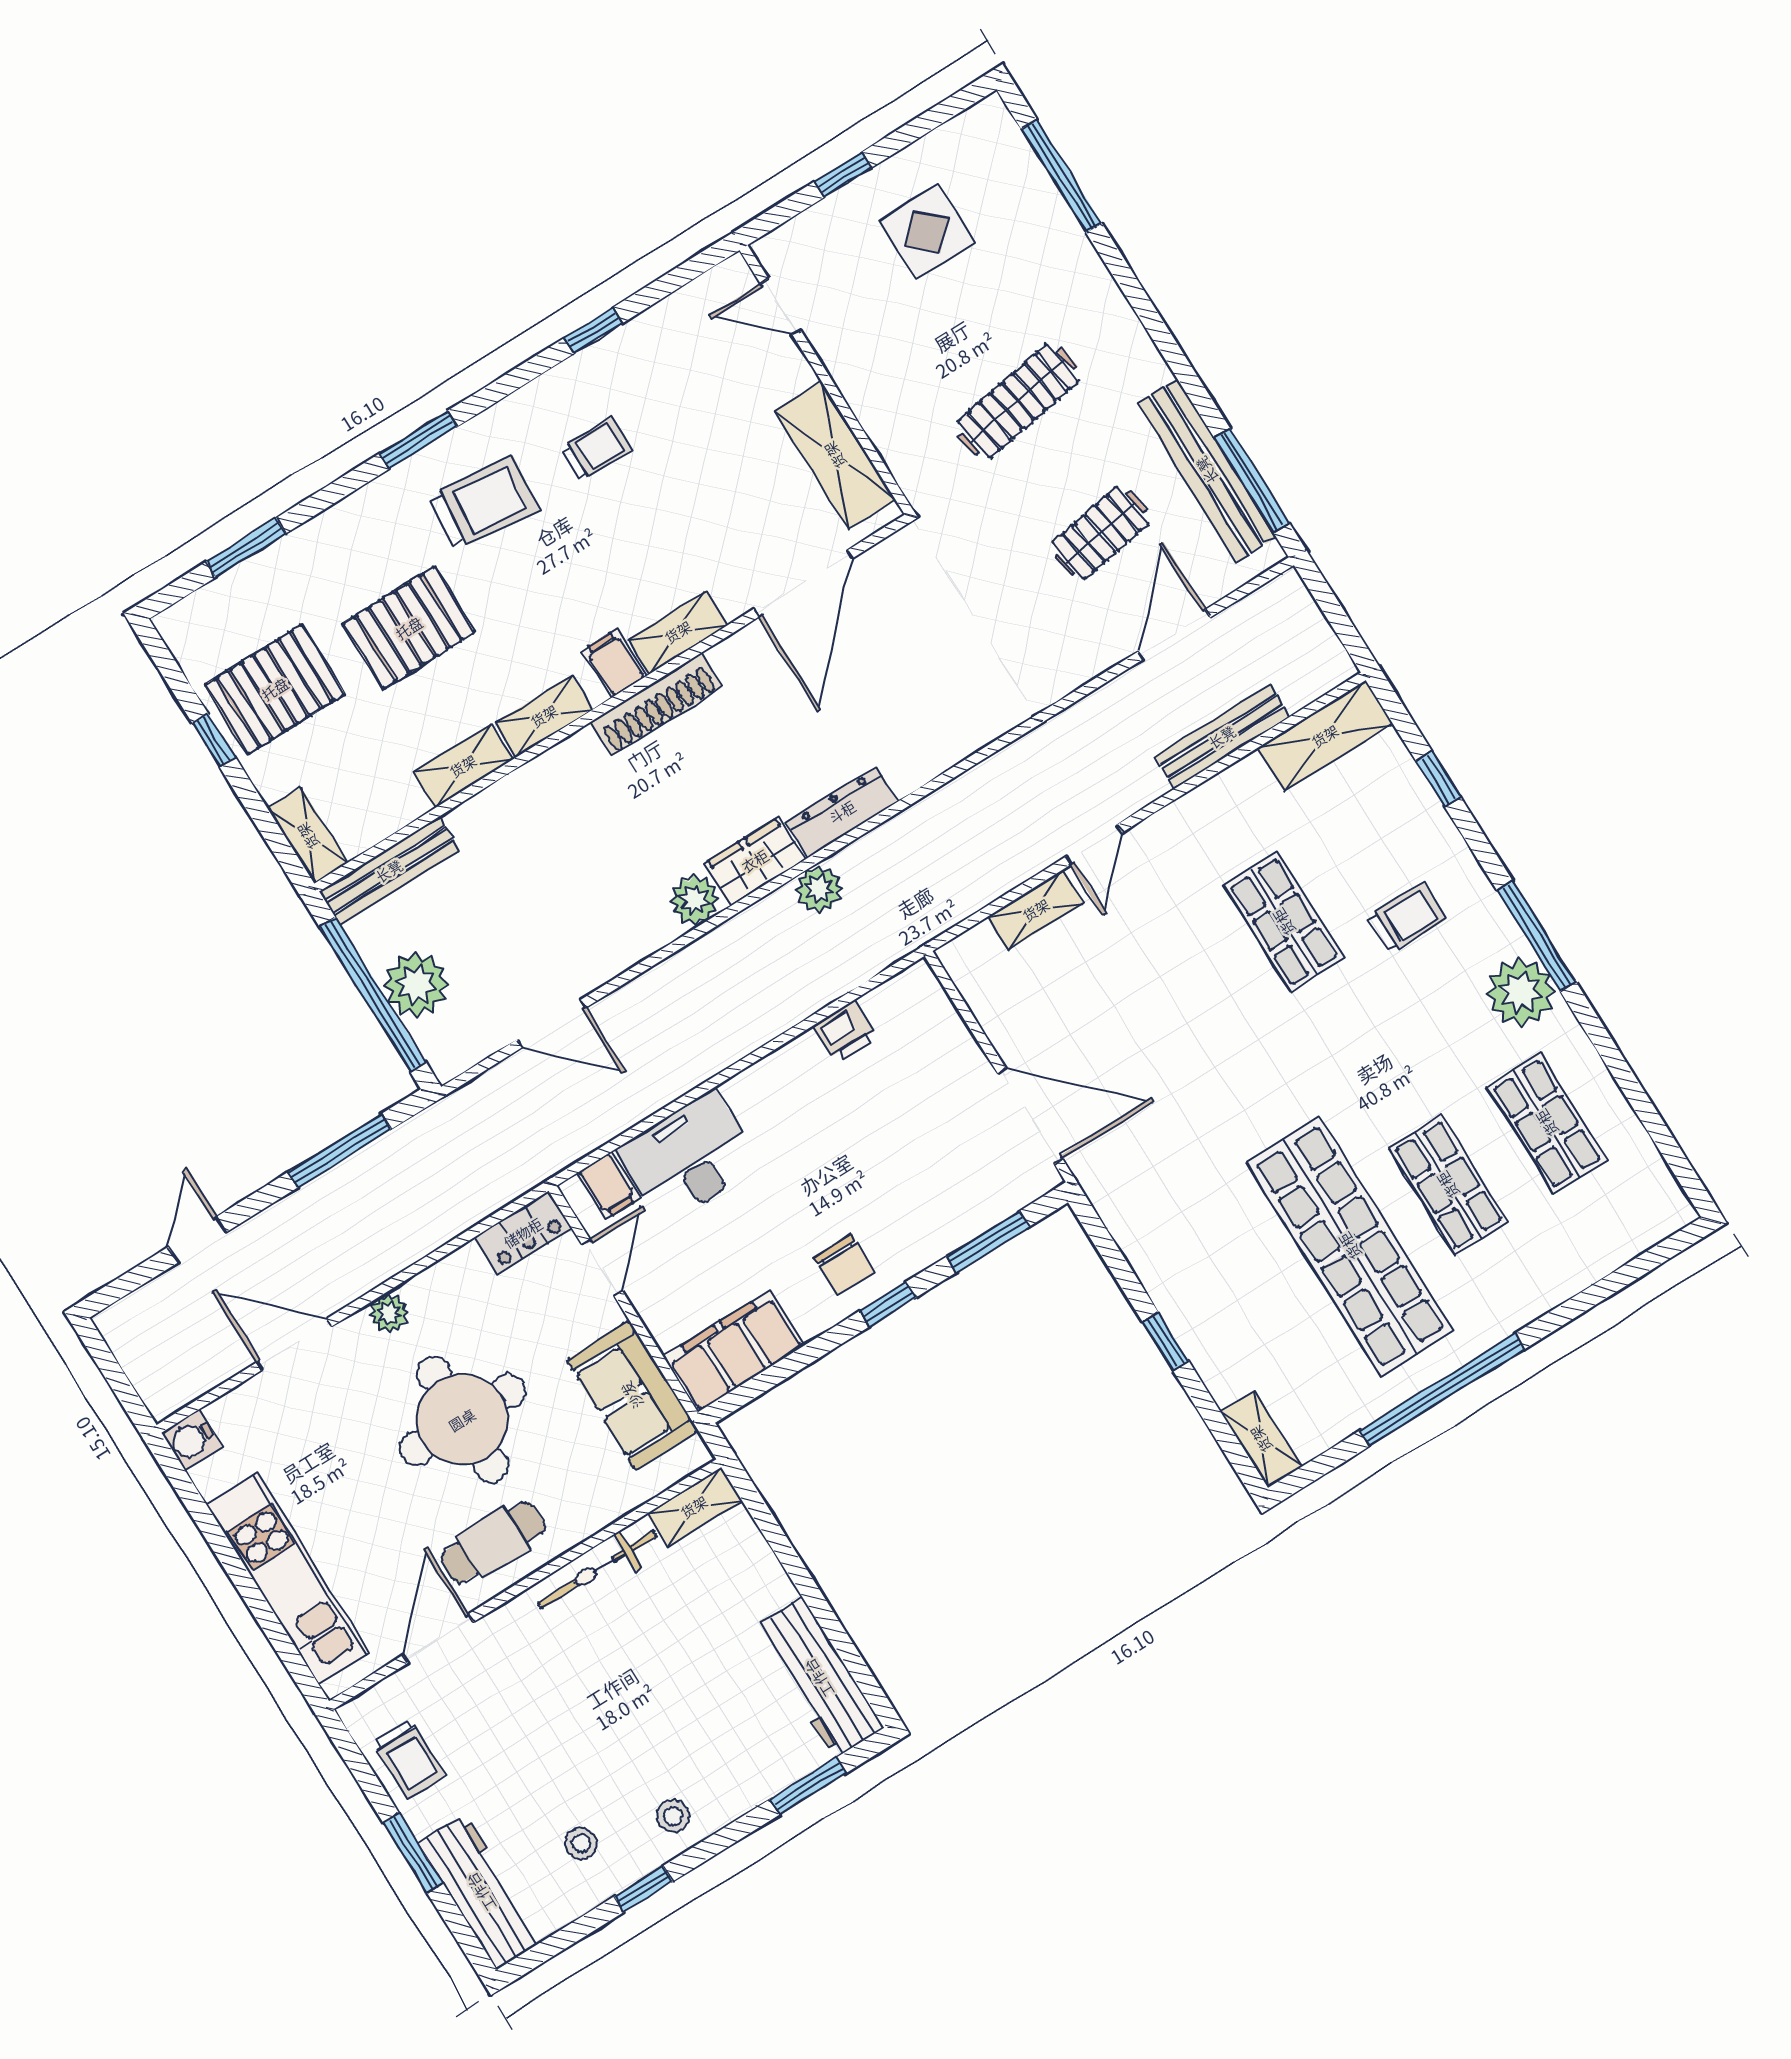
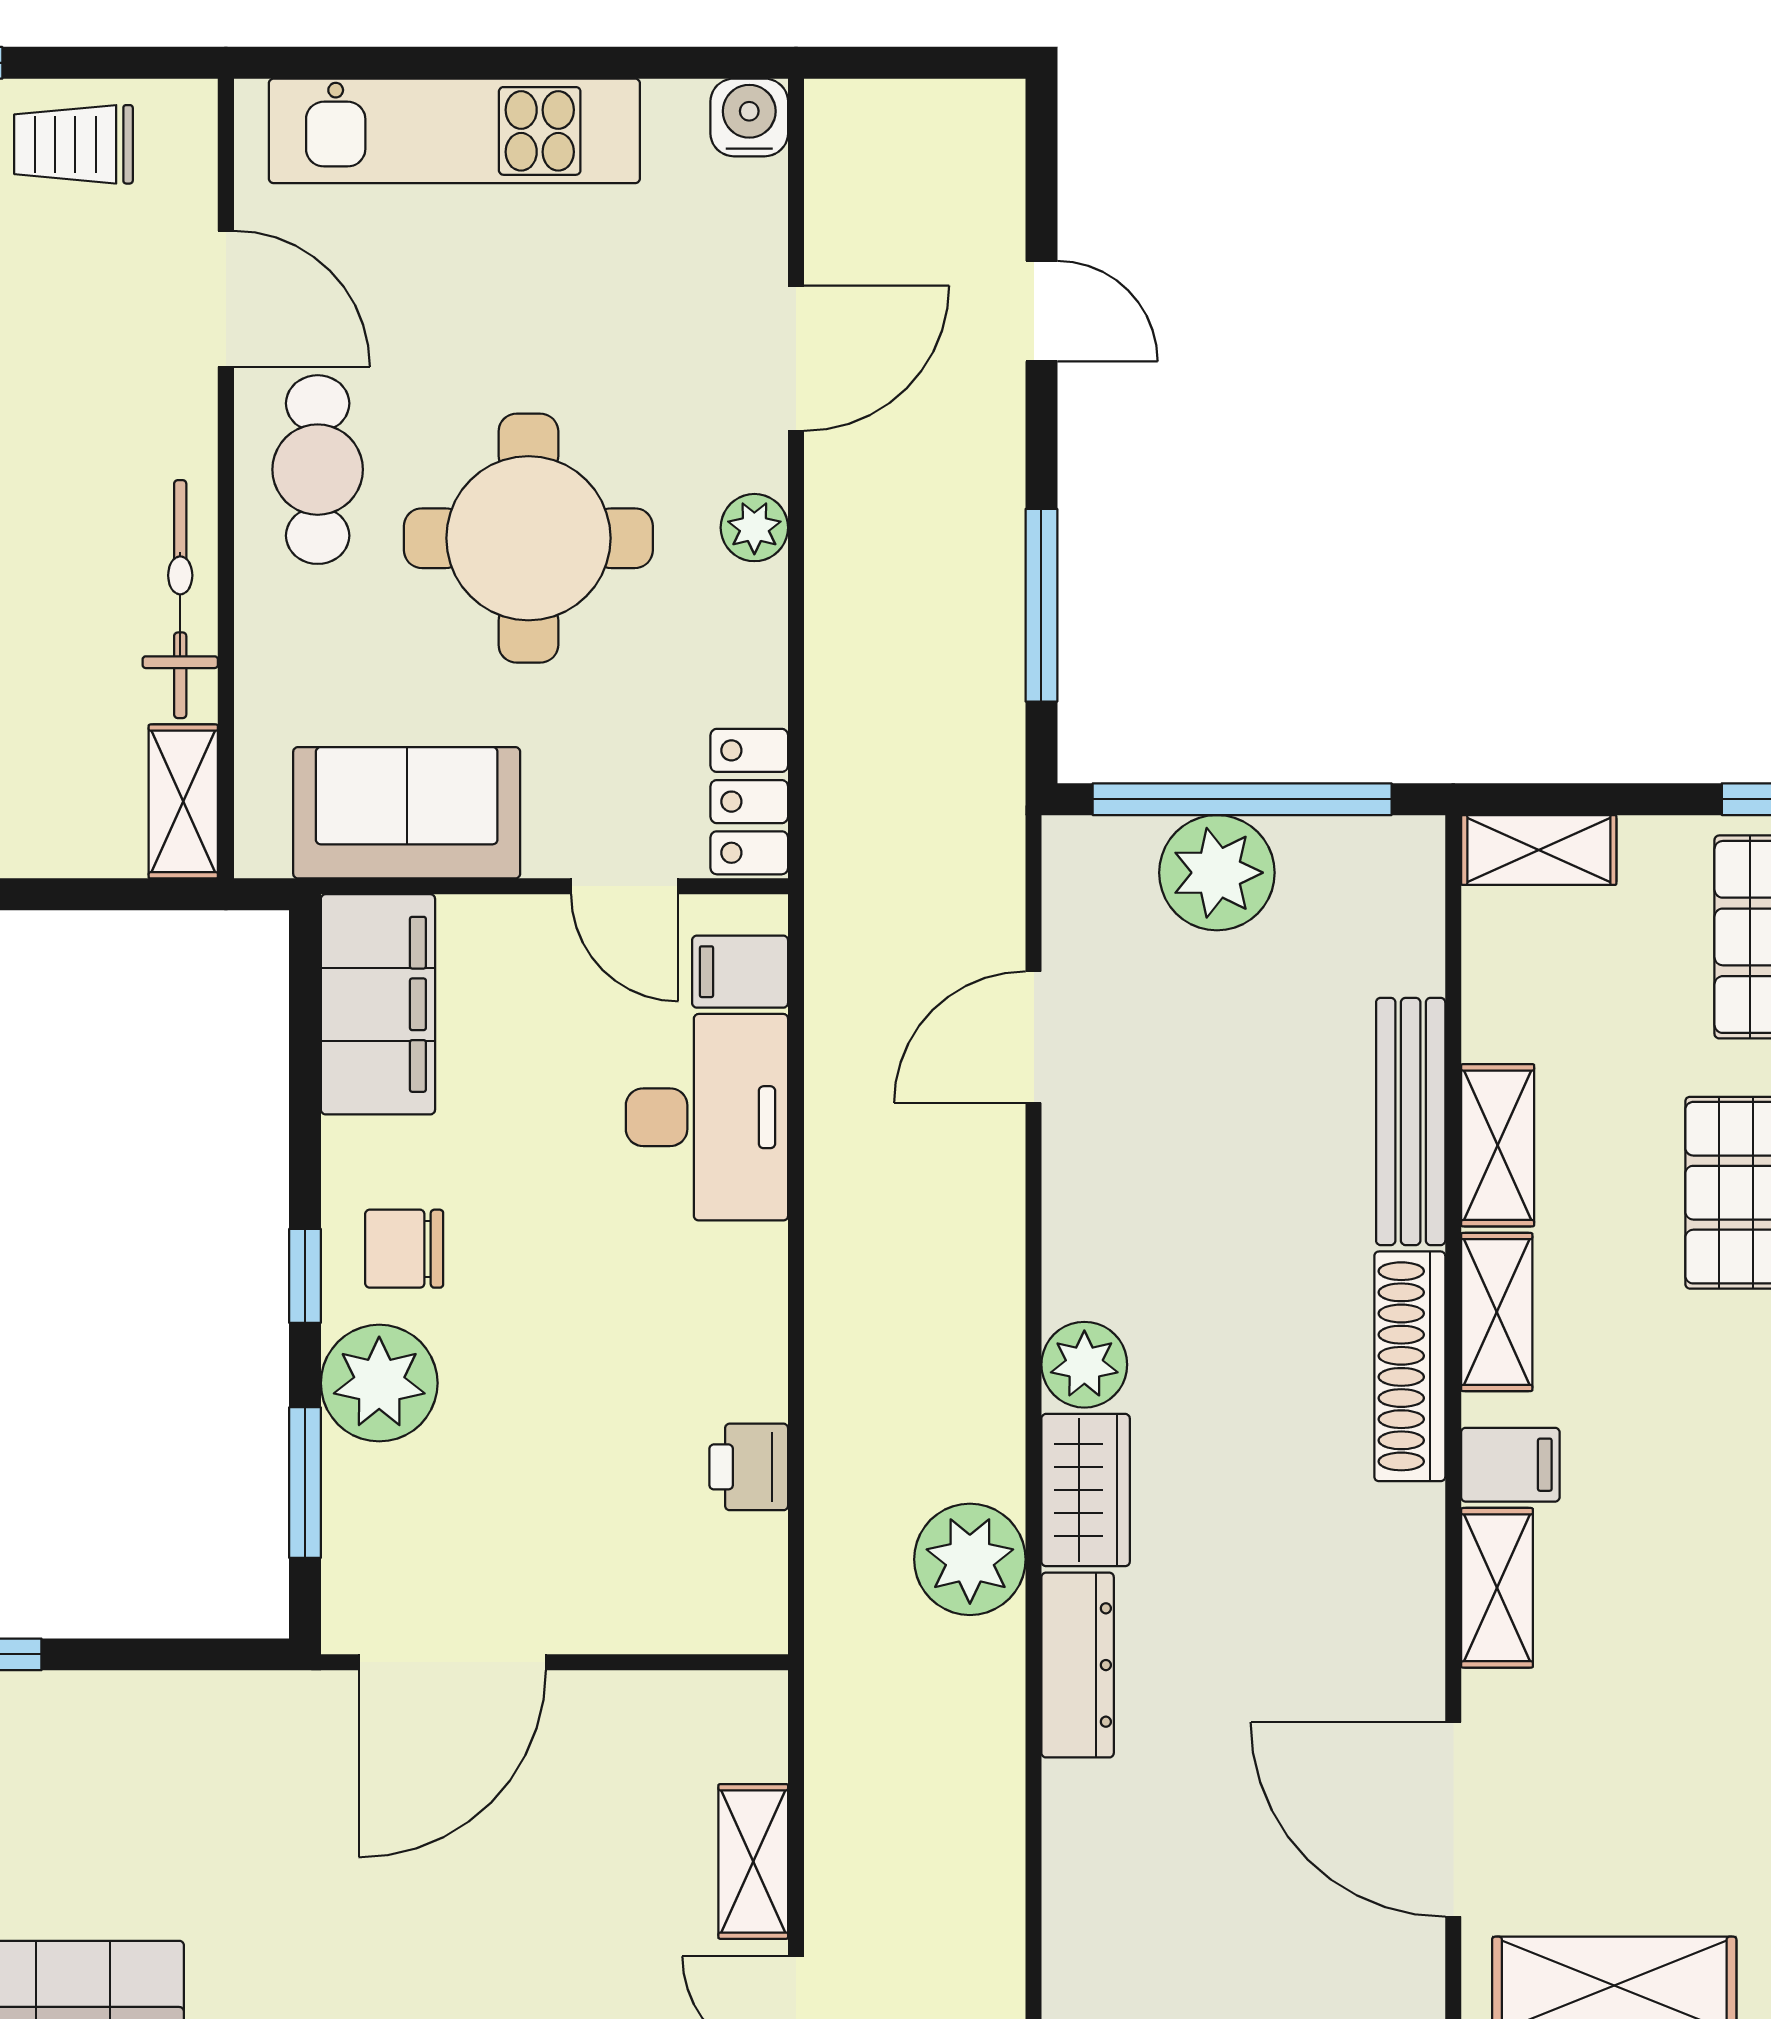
shoe rack: (656, 705) -> (1410, 1366), moved
bench: (389, 871) -> (1411, 1121), moved
plant: (819, 889) -> (970, 1559), width x1.36, depth x1.36
plant: (917, 1236) -> (379, 1383), added

